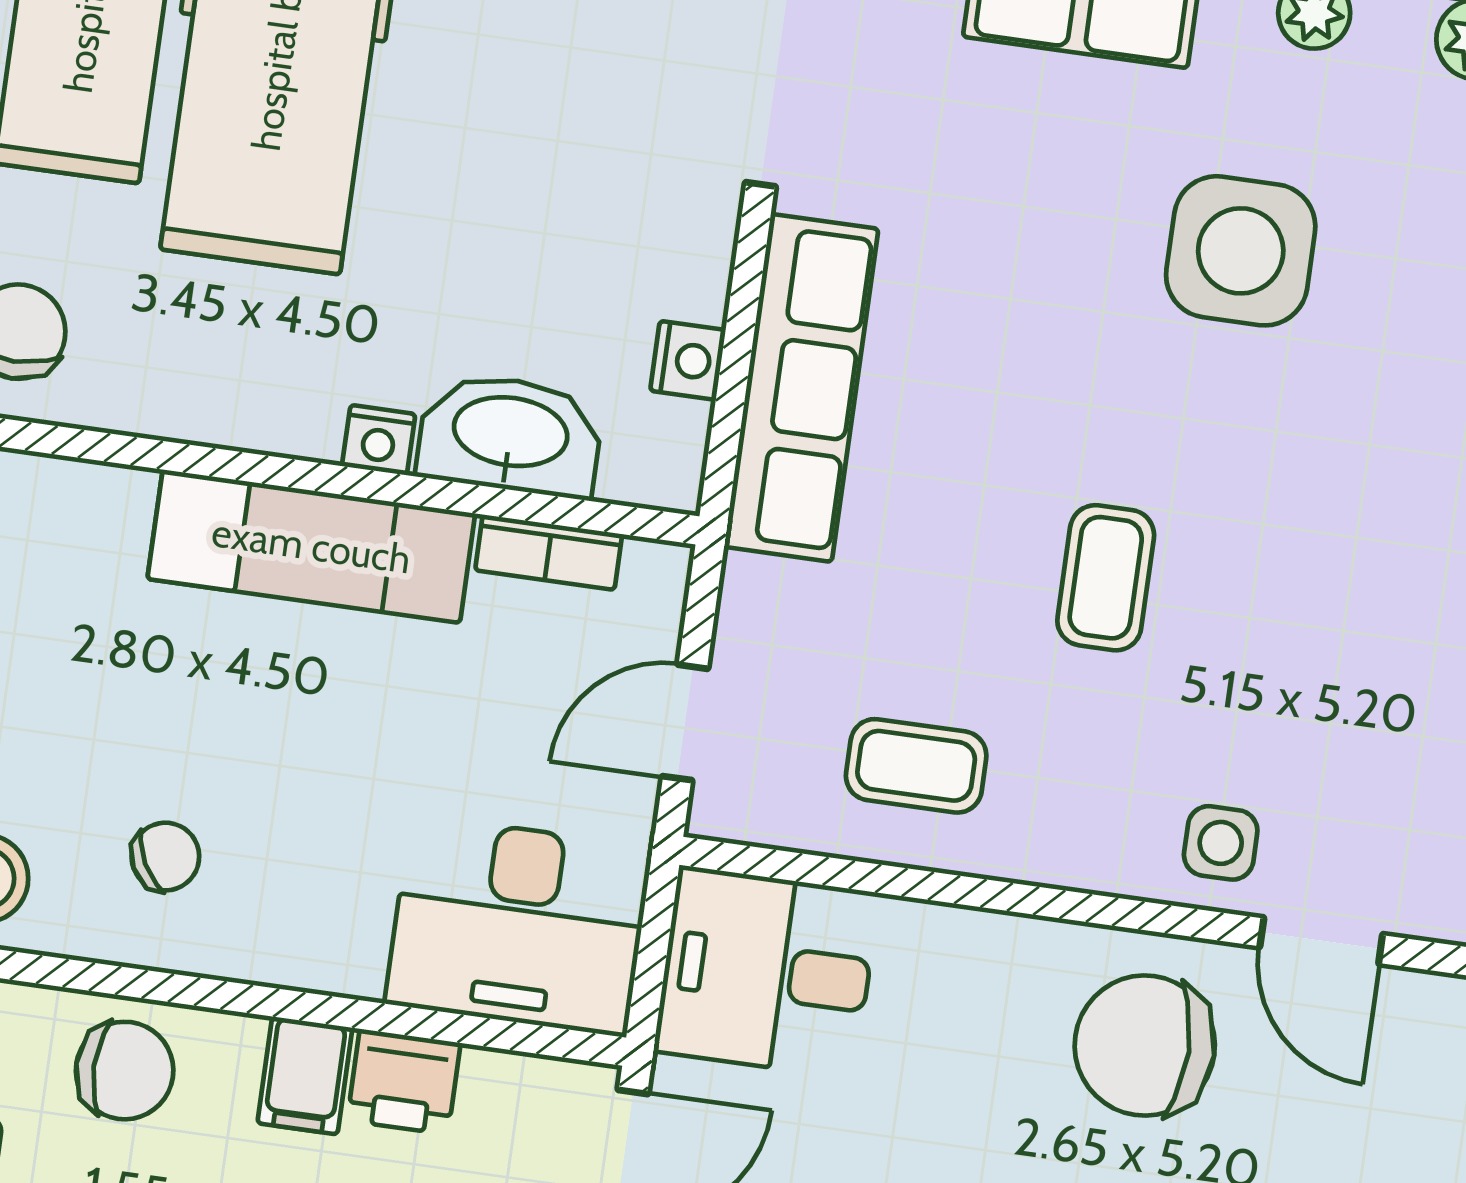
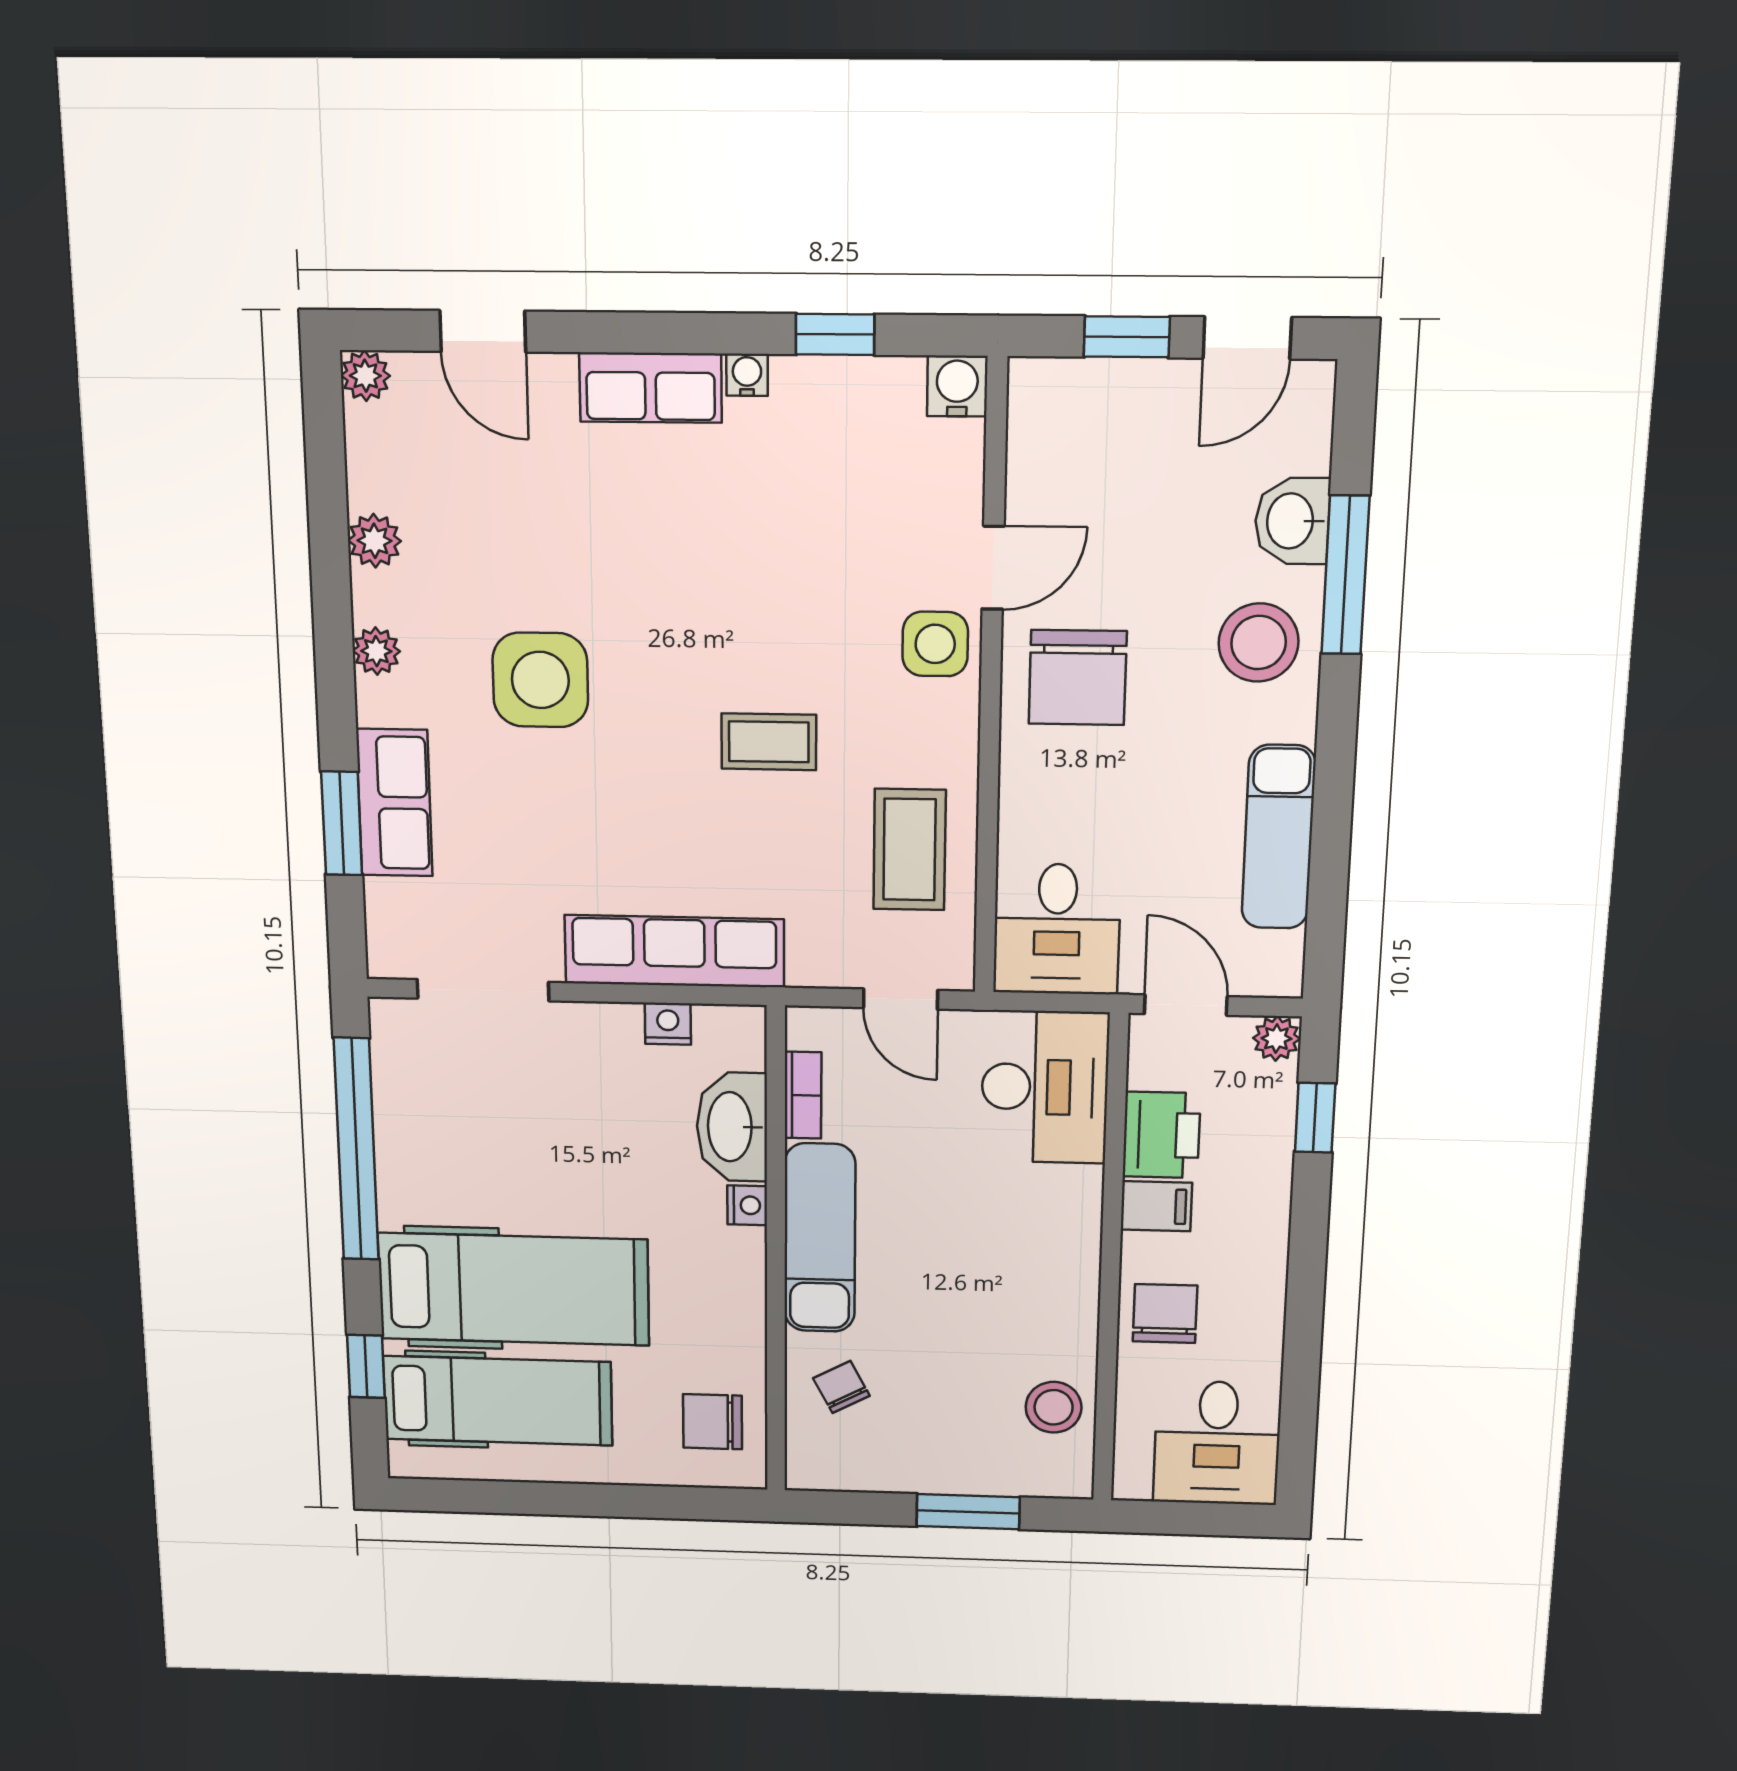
coffee table: (916, 766) -> (910, 850), width x1.36, depth x1.30
side table: (1221, 843) -> (935, 644), width x1.37, depth x1.37
chair: (165, 857) -> (841, 1387), moved
printer: (404, 1082) -> (1161, 1135), width x1.36, depth x1.24

